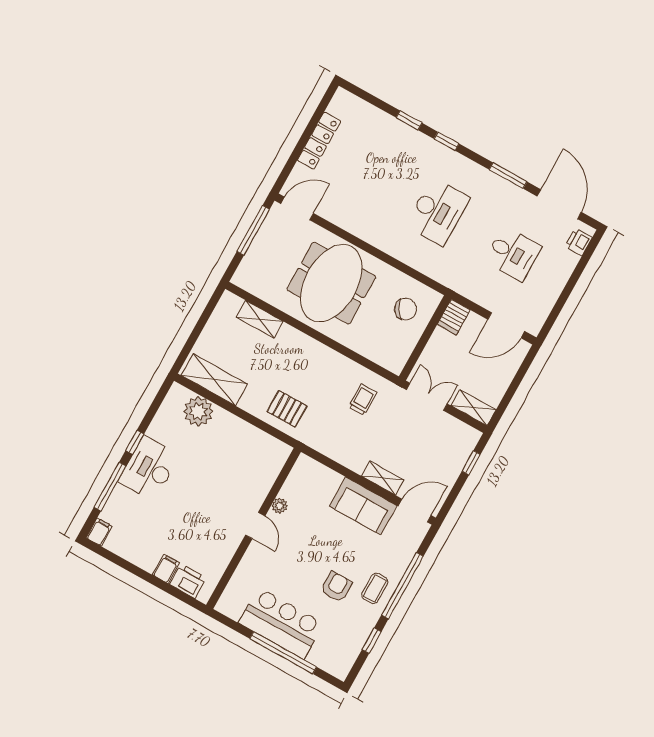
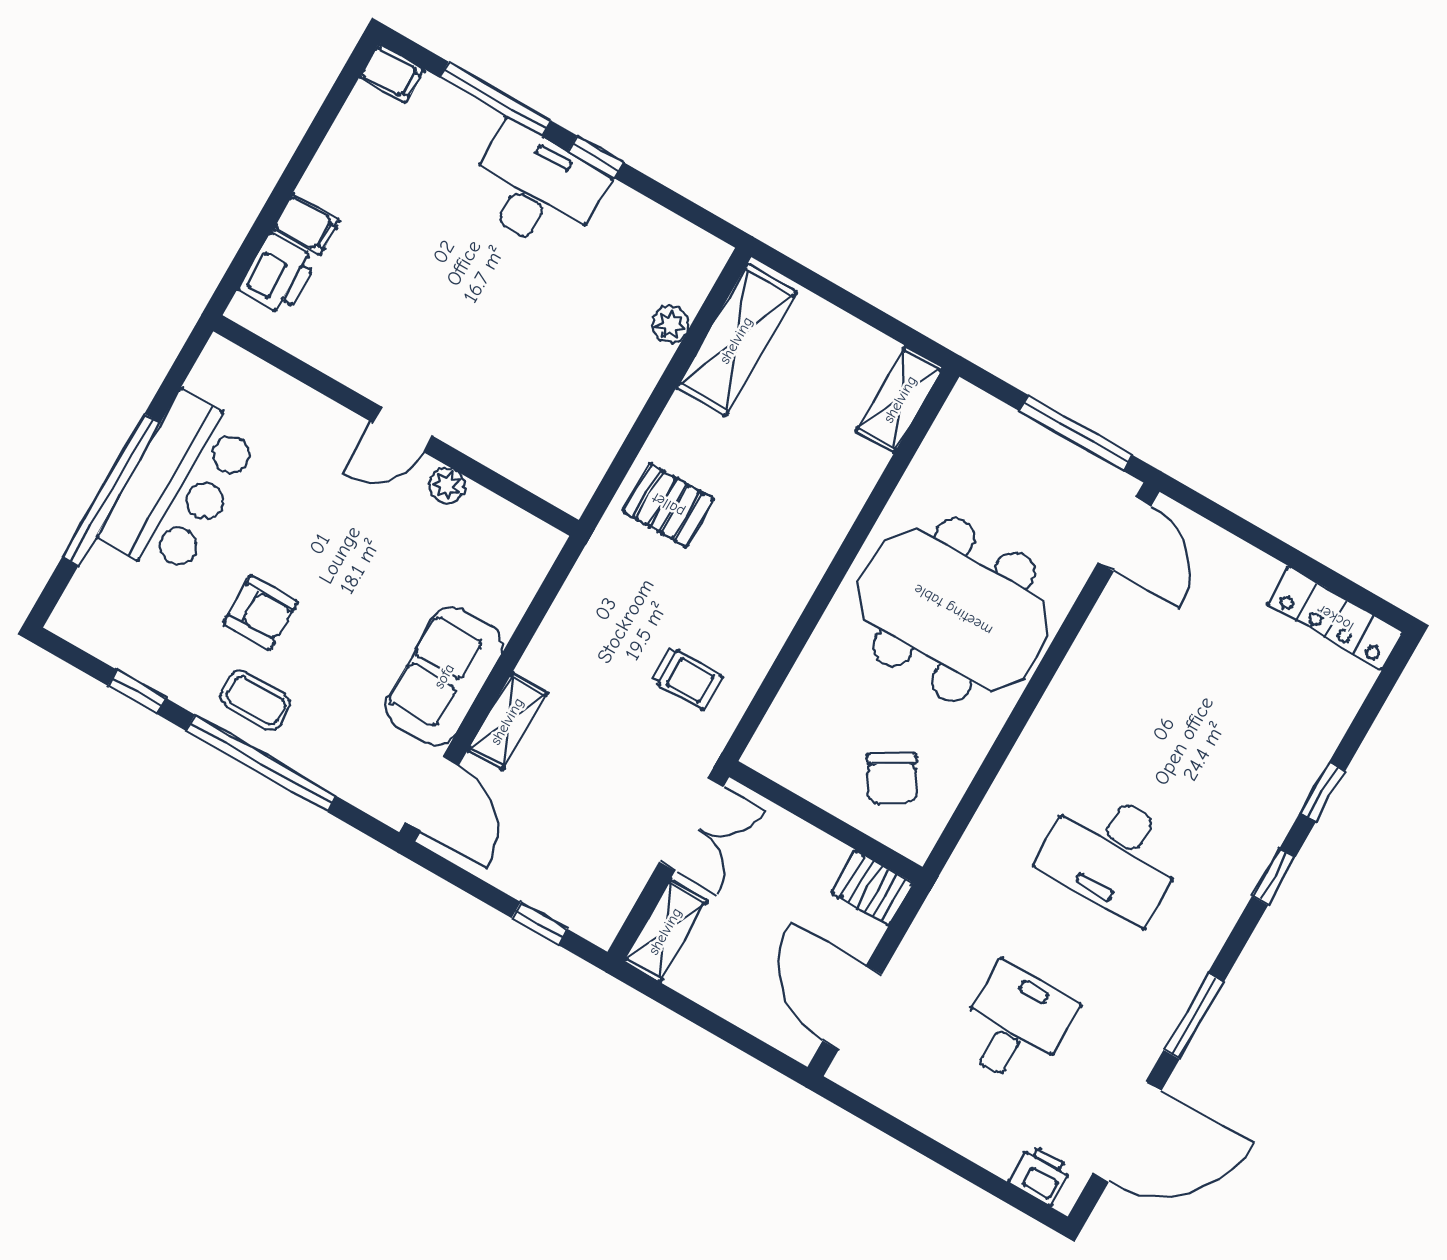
locker: (319, 141) -> (1335, 618), moved
desk: (513, 254) -> (1015, 1025), turned 180
shelving: (260, 319) -> (900, 399), moved
pallet: (287, 409) -> (668, 505), turned 90
plant: (198, 411) -> (670, 324), width x0.53, depth x0.53

